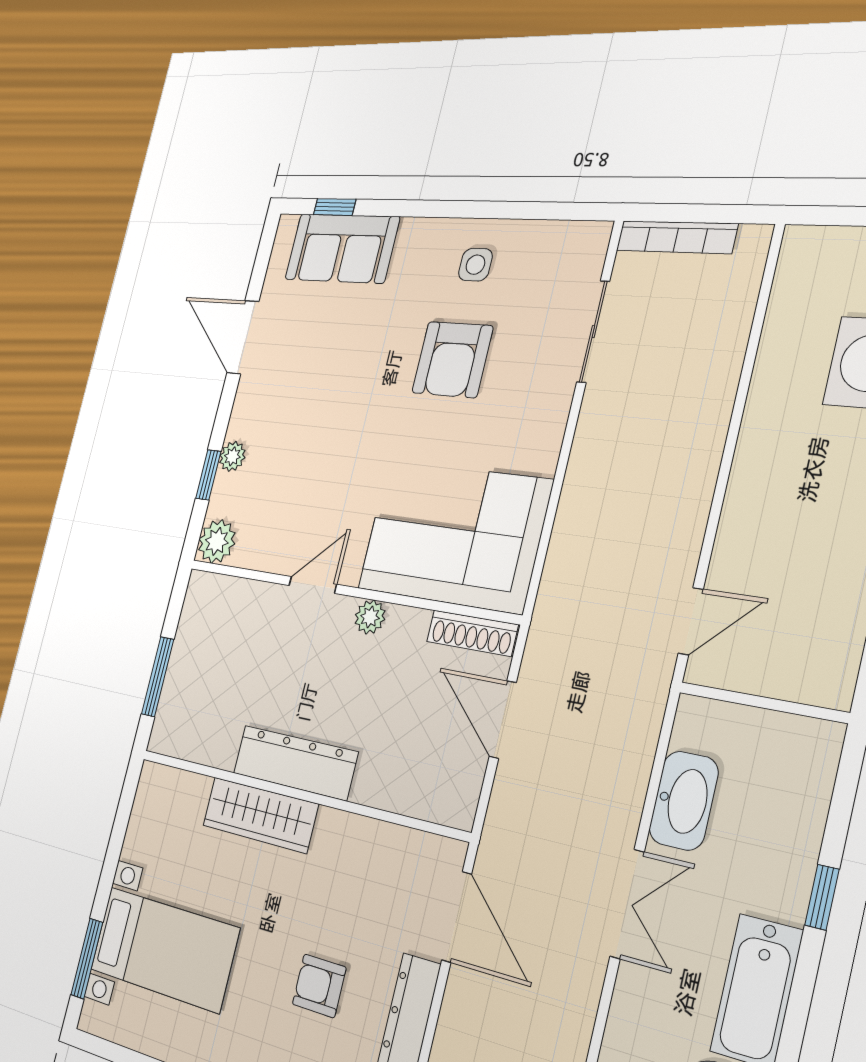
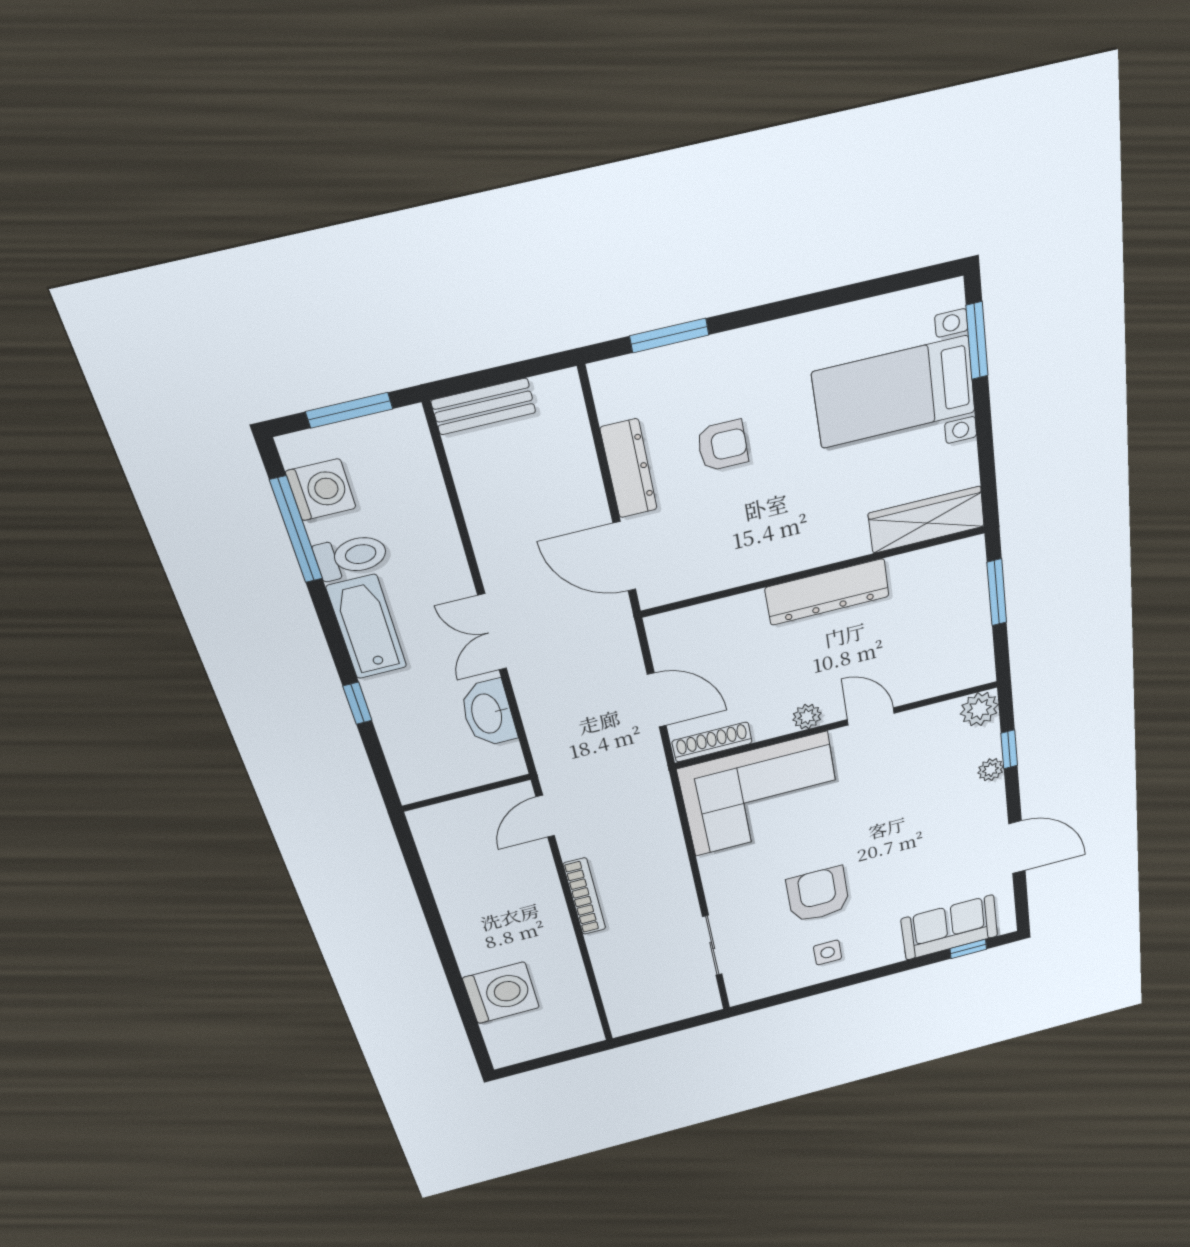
bookcase: (676, 237) -> (585, 896), moved, turned 90
door: (313, 585) -> (871, 716), swing flipped
wardrobe: (260, 815) -> (927, 520), moved

